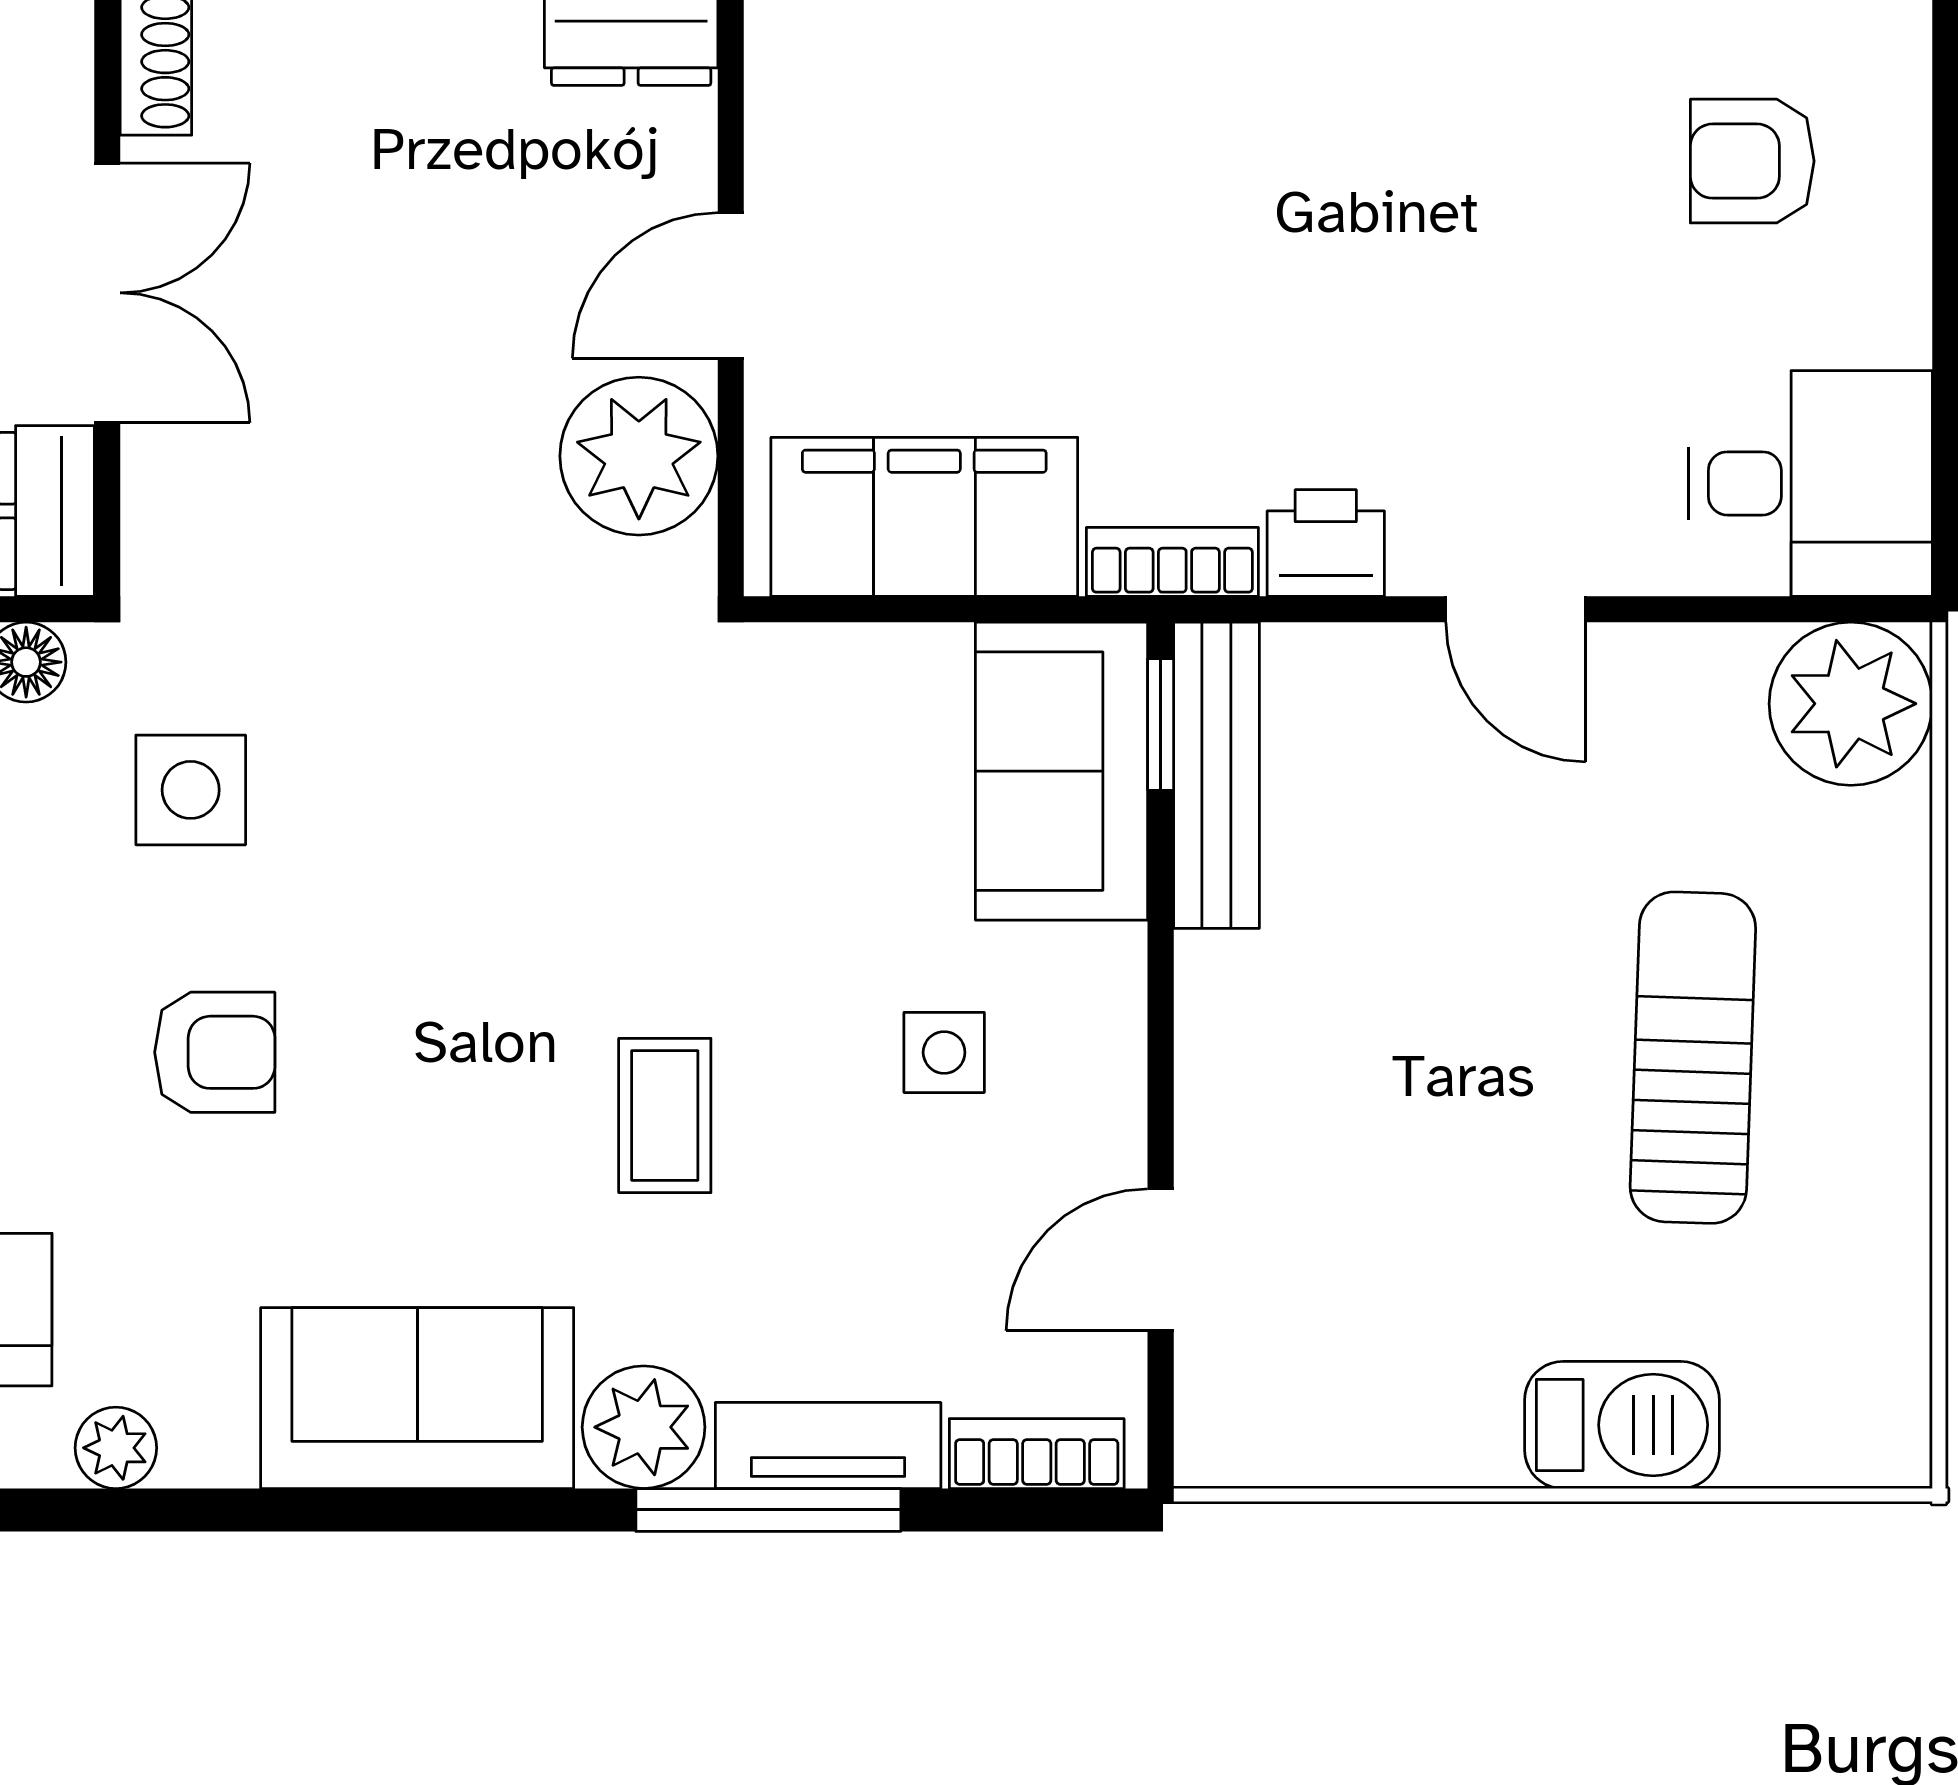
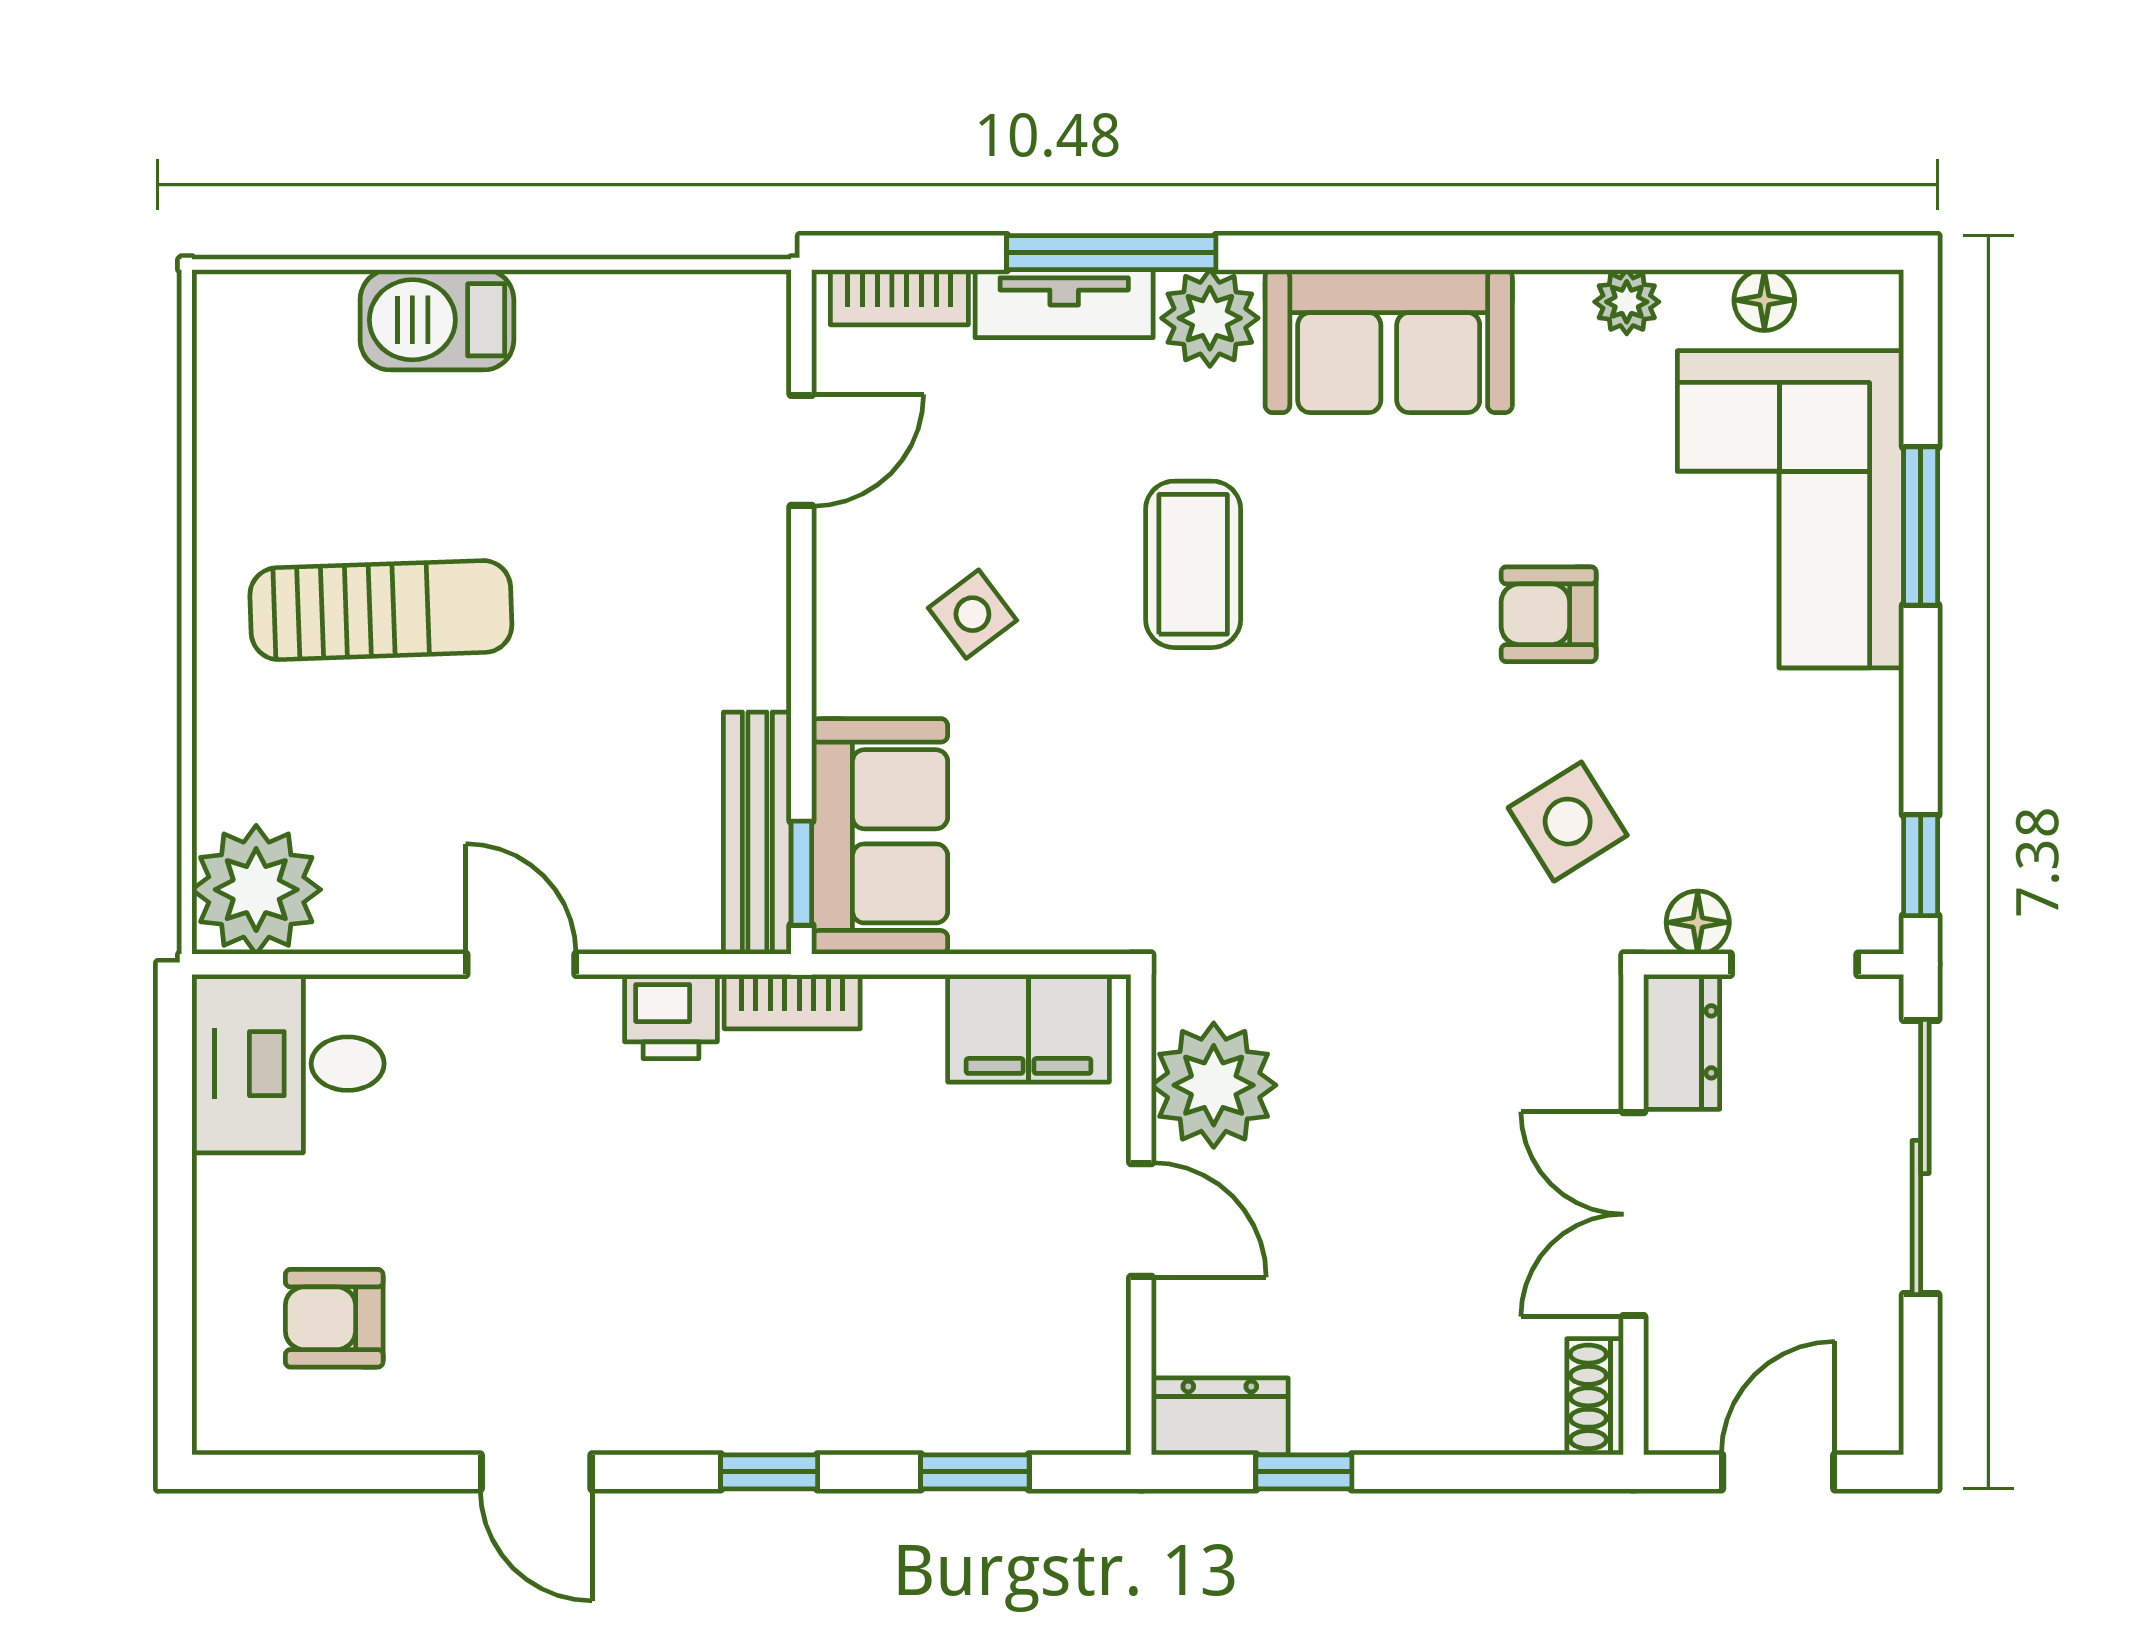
armchair: (1752, 161) -> (334, 1318), turned 180
door: (731, 285) -> (1141, 1220), hinge flipped
filing cabinet: (924, 517) -> (1029, 1028), width x0.67, depth x0.86
side table: (191, 790) -> (1568, 822), turned -32
side table: (944, 1052) -> (972, 614), turned -37
sun lounger: (1693, 1058) -> (381, 610), turned -94
coffee table: (665, 1115) -> (1193, 564), width x1.36, depth x1.30

